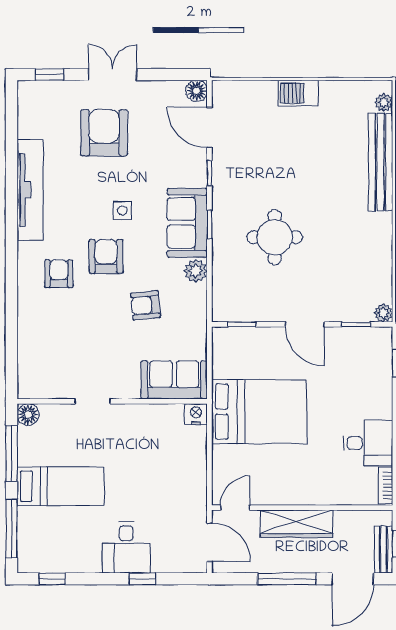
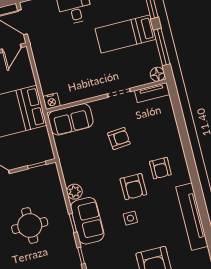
armchair: (145, 305) -> (119, 138), moved
tv unit: (43, 389) -> (152, 93), added

